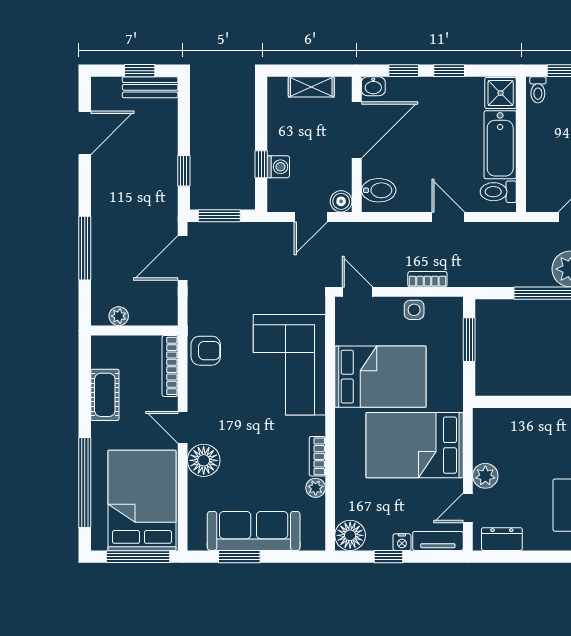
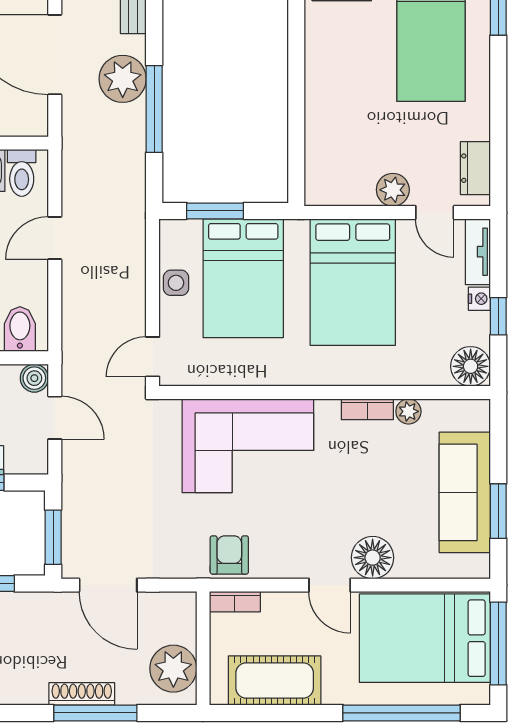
shoe rack: (99, 238) -> (82, 694), added
bookcase: (427, 279) -> (136, 265), removed
plant: (119, 316) -> (173, 669), width x1.88, depth x1.88
bookcase: (170, 366) -> (235, 602), width x0.64
bed: (380, 377) -> (243, 278), moved, turned 180
cot: (105, 395) -> (275, 680), width x1.37, depth x1.34
door: (183, 427) -> (330, 585), hinge flipped

